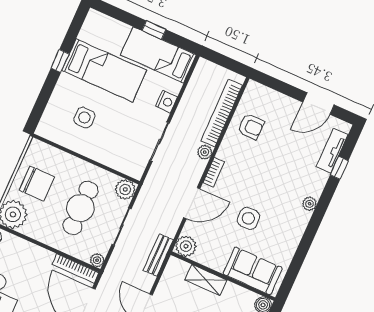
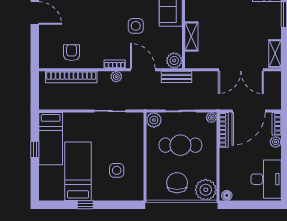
nightstand: (166, 102) -> (80, 119), removed
plant: (205, 152) -> (116, 77), moved
bench: (158, 255) -> (177, 77), moved

